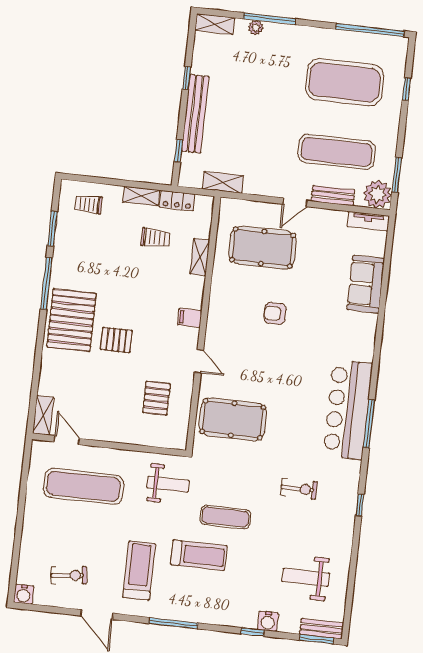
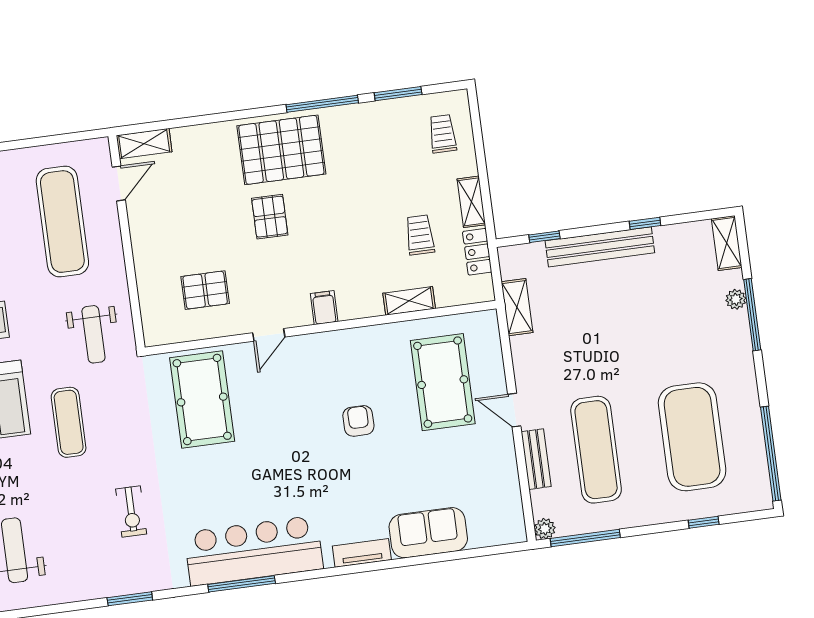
window: (397, 175) -> (585, 538), width x1.44
plant: (377, 194) -> (545, 529), width x0.53, depth x0.53
tv unit: (368, 221) -> (362, 553), moved, turned 90
trolley: (155, 238) -> (420, 235), turned 180
window: (360, 505) -> (130, 599), width x1.50

